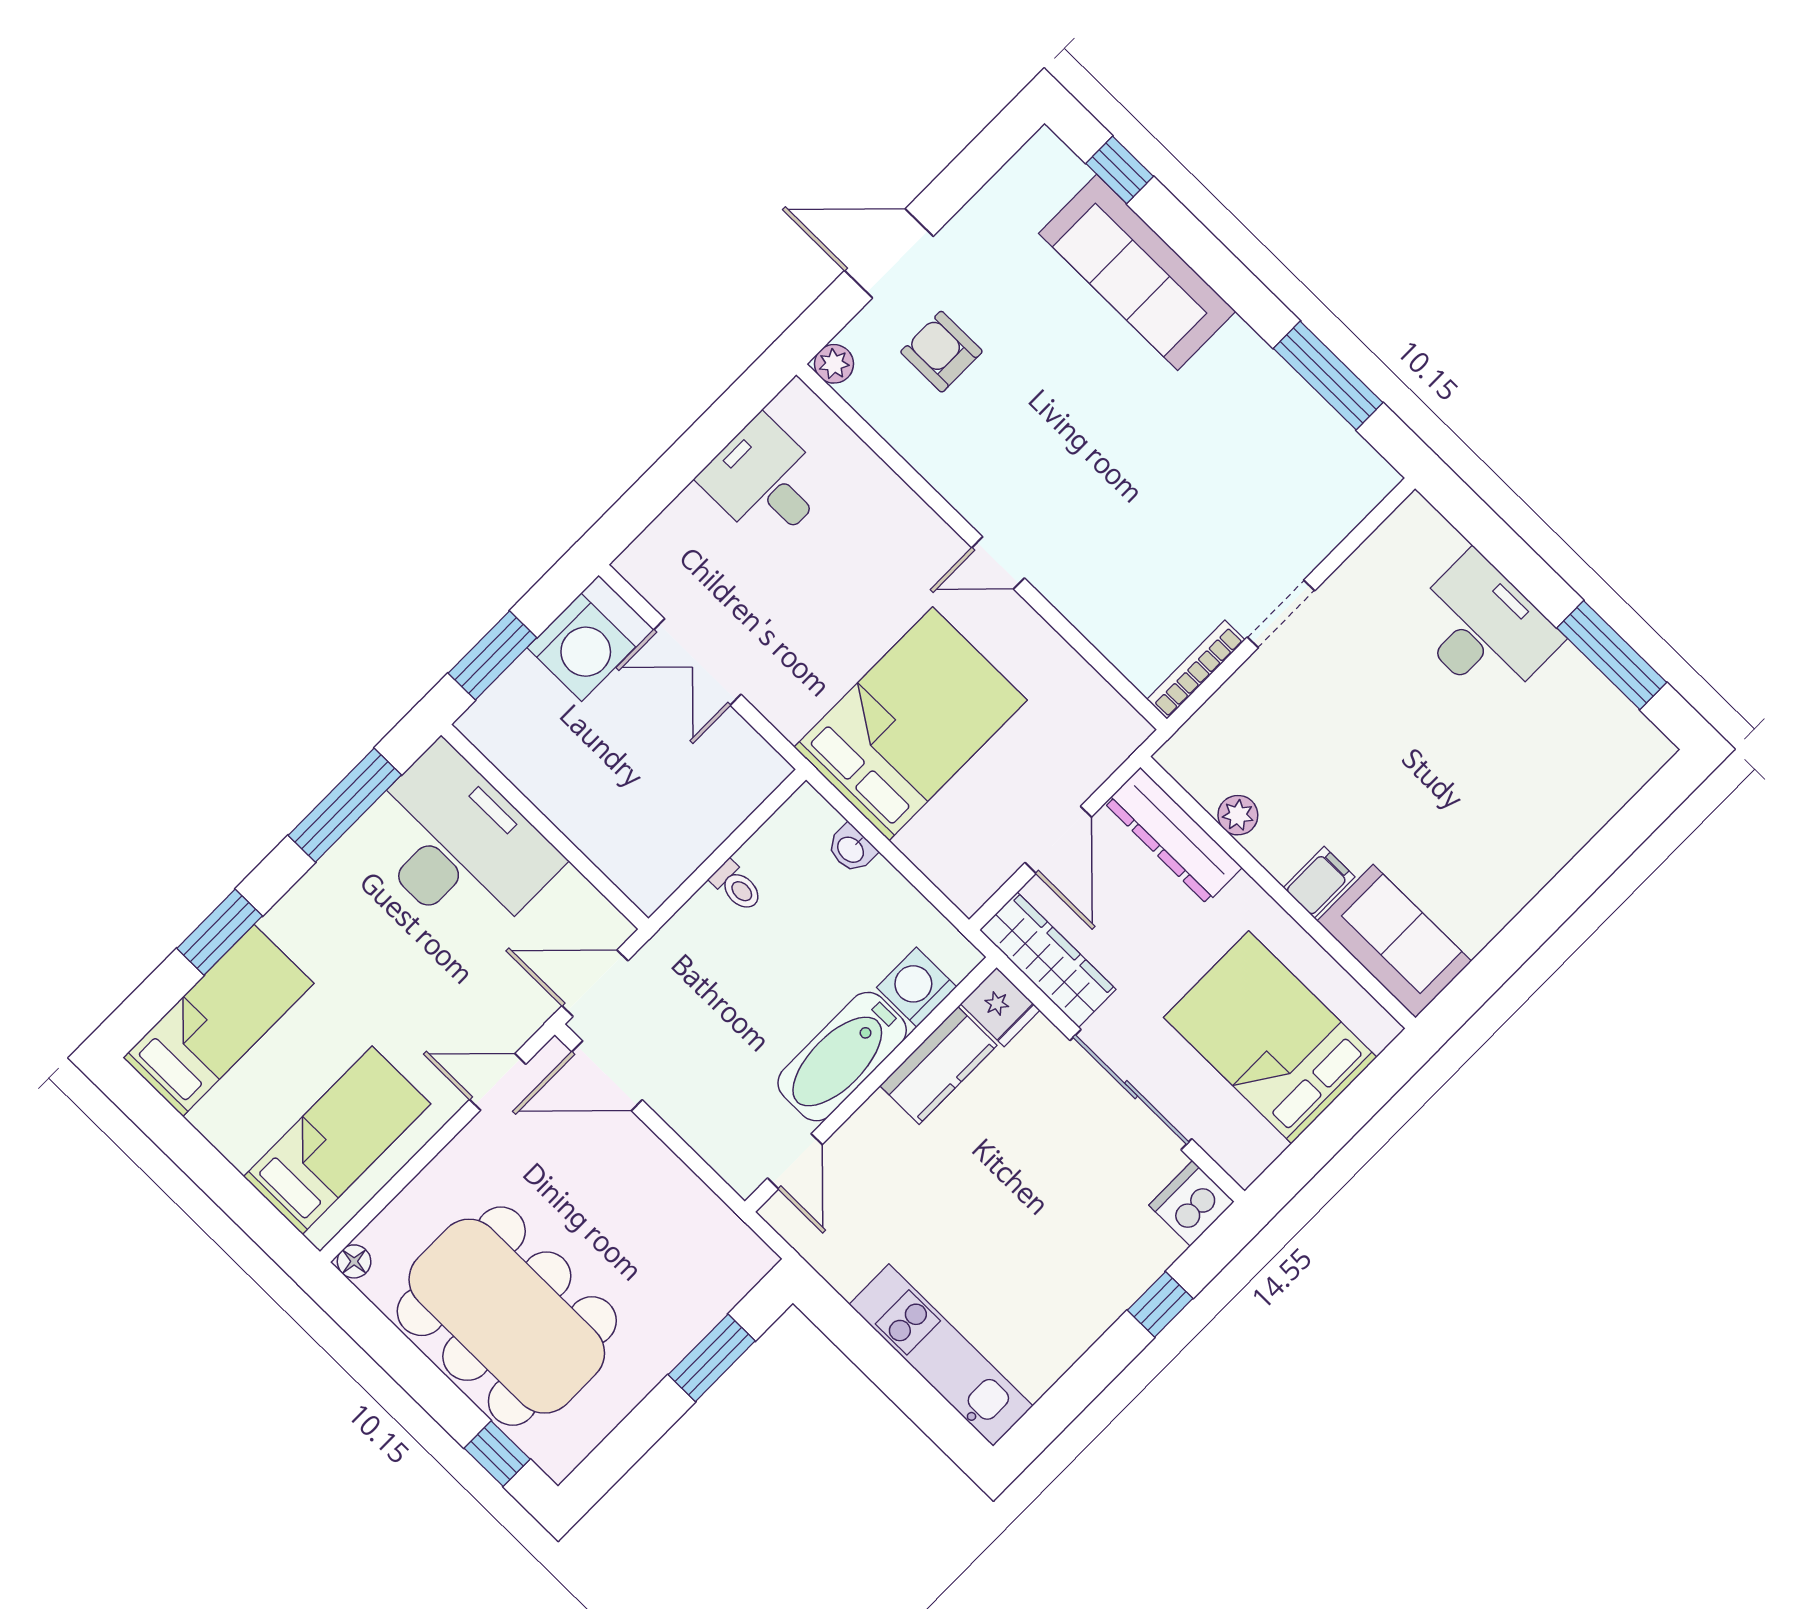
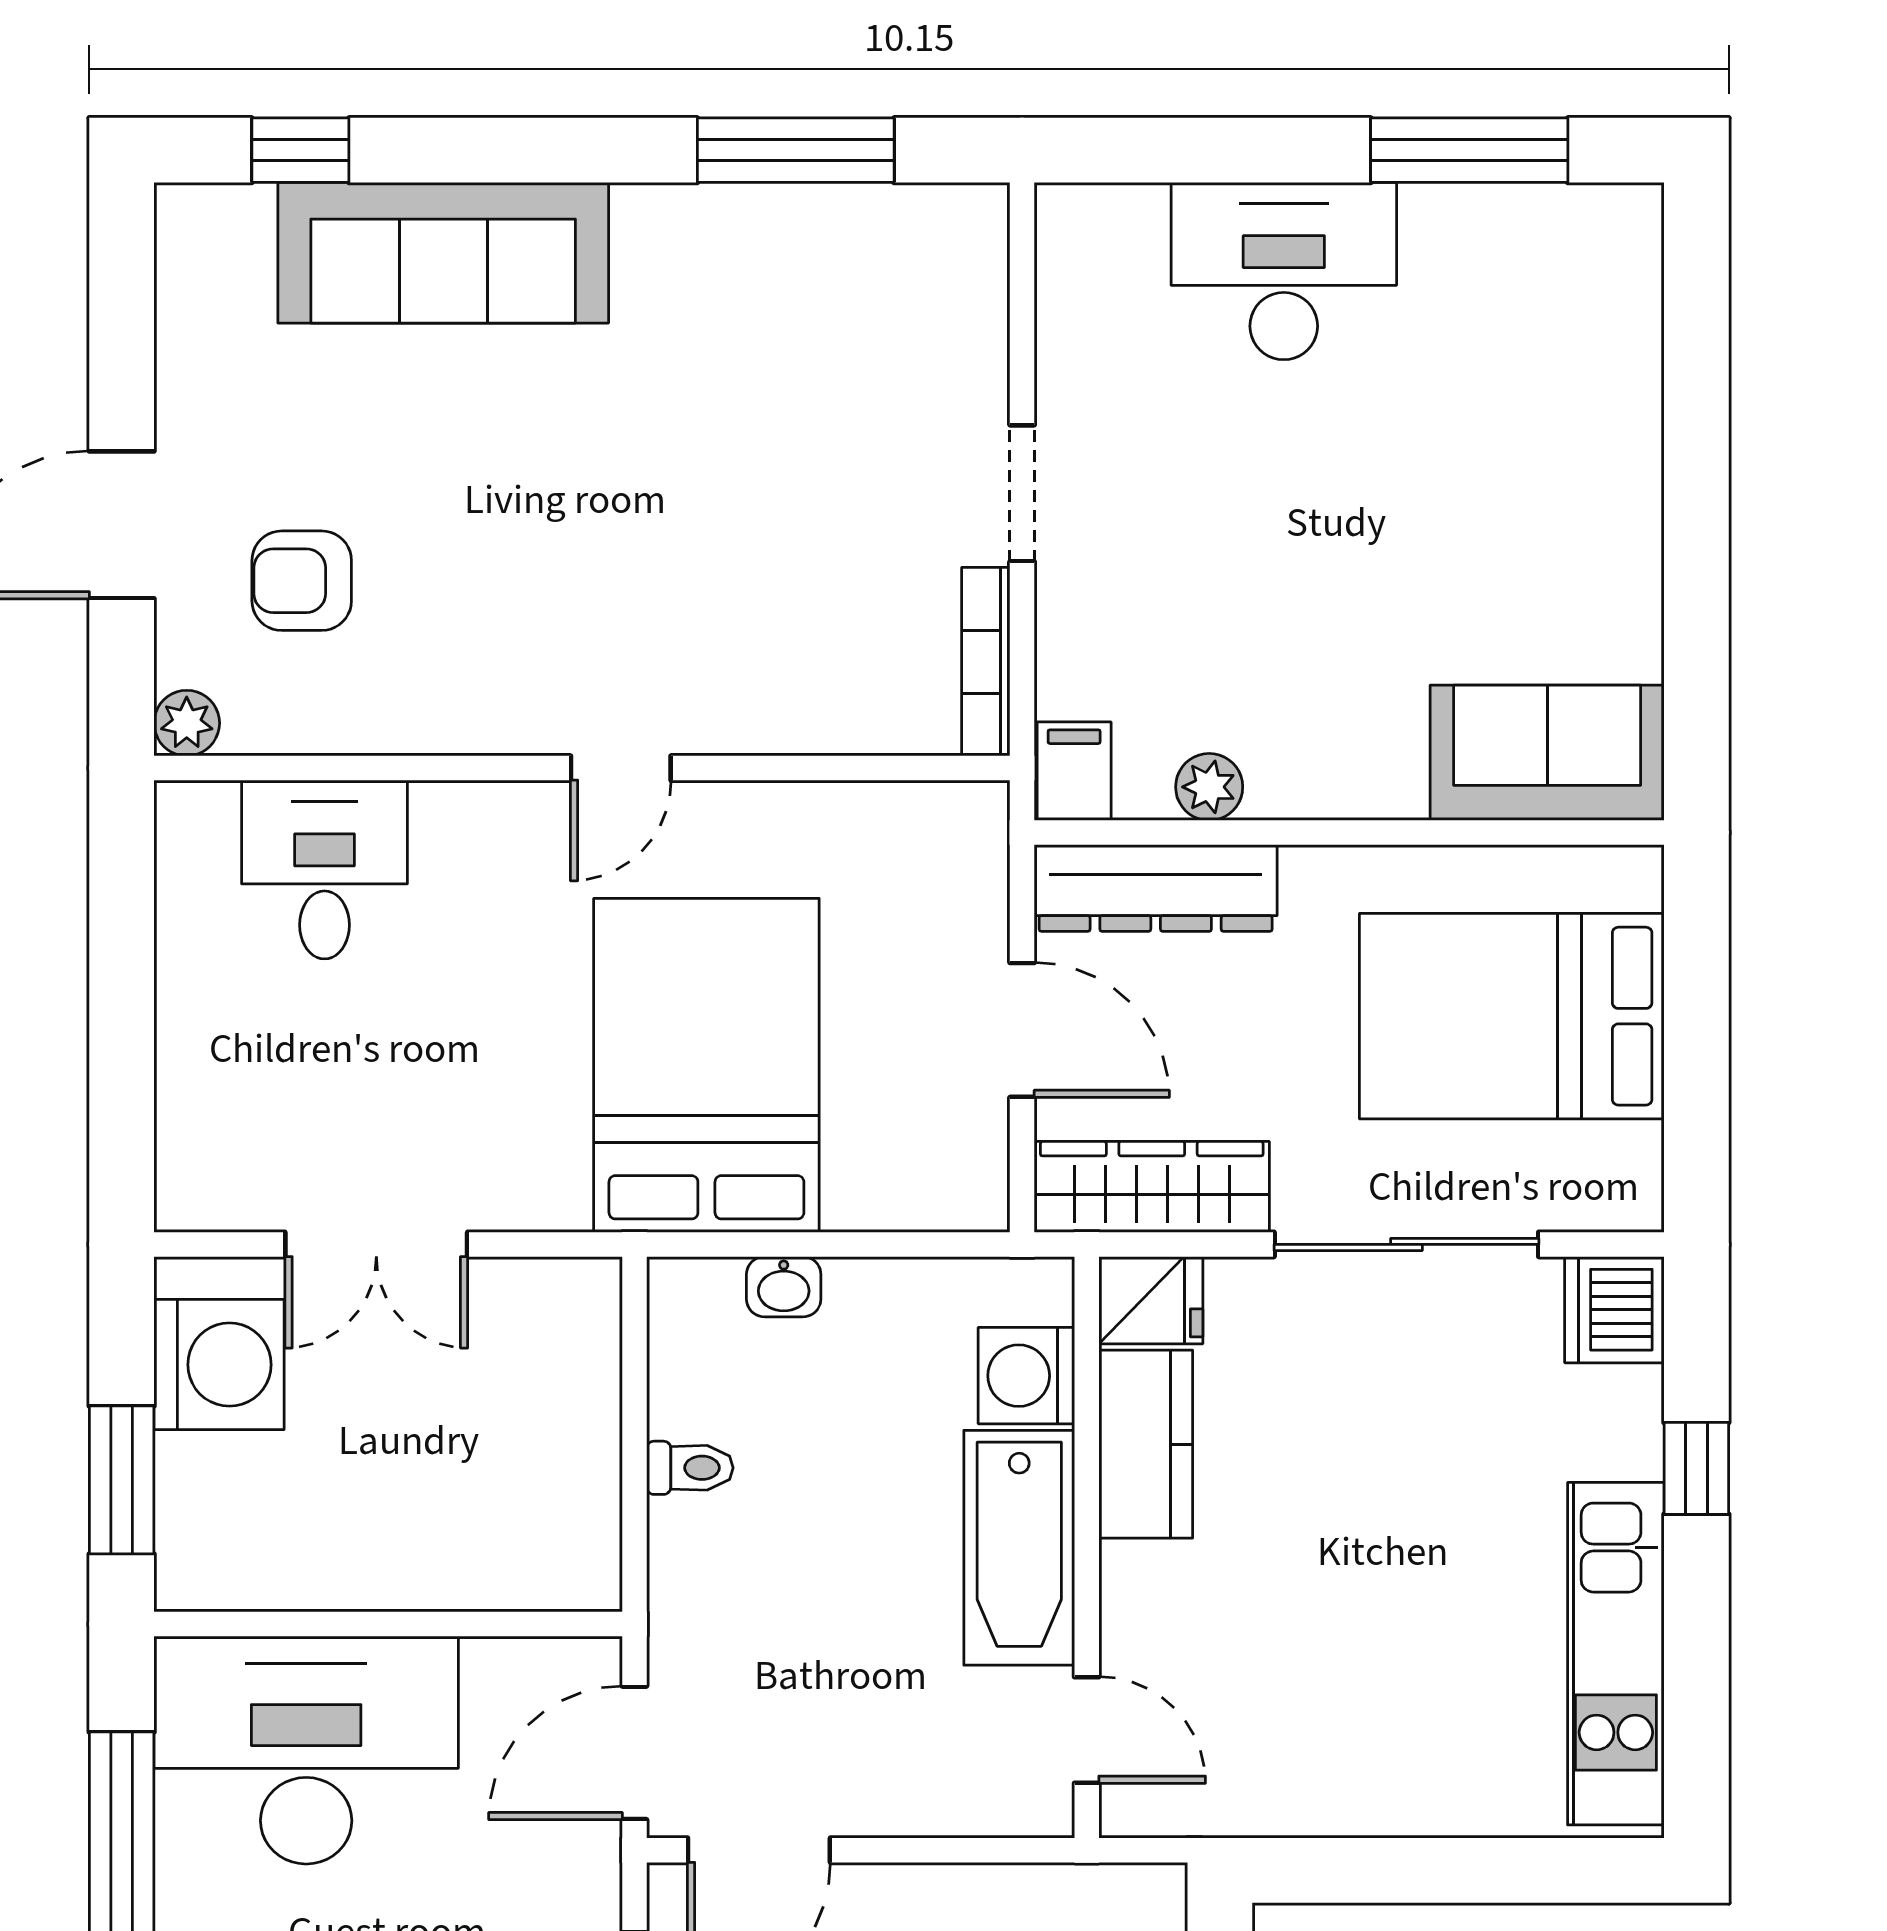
desk: (765, 481) -> (324, 870), moved, turned 90
filing cabinet: (1319, 882) -> (1074, 771), moved
kitchen unit: (941, 1355) -> (1616, 1654), moved, turned -90

